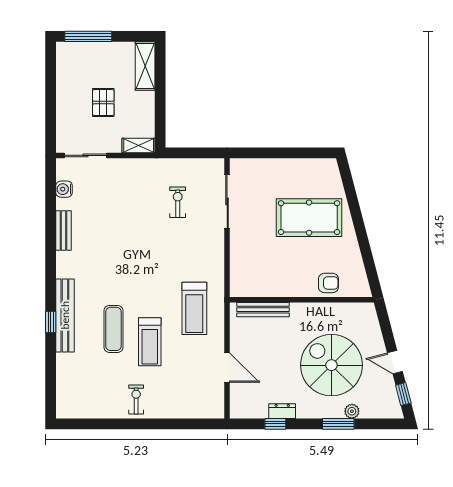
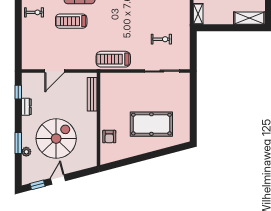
pool table: (309, 218) -> (151, 124), turned 90
treadmill: (194, 308) -> (113, 59), moved
window: (275, 424) -> (18, 92), moved

